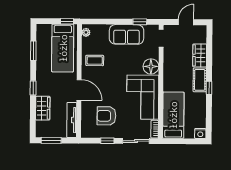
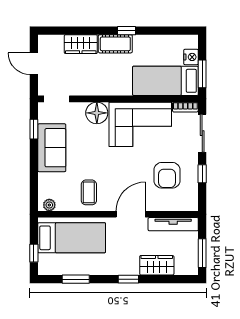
window: (67, 21) -> (34, 253), moved
nightstand: (200, 133) -> (191, 57), moved
window: (178, 141) -> (202, 74), added

